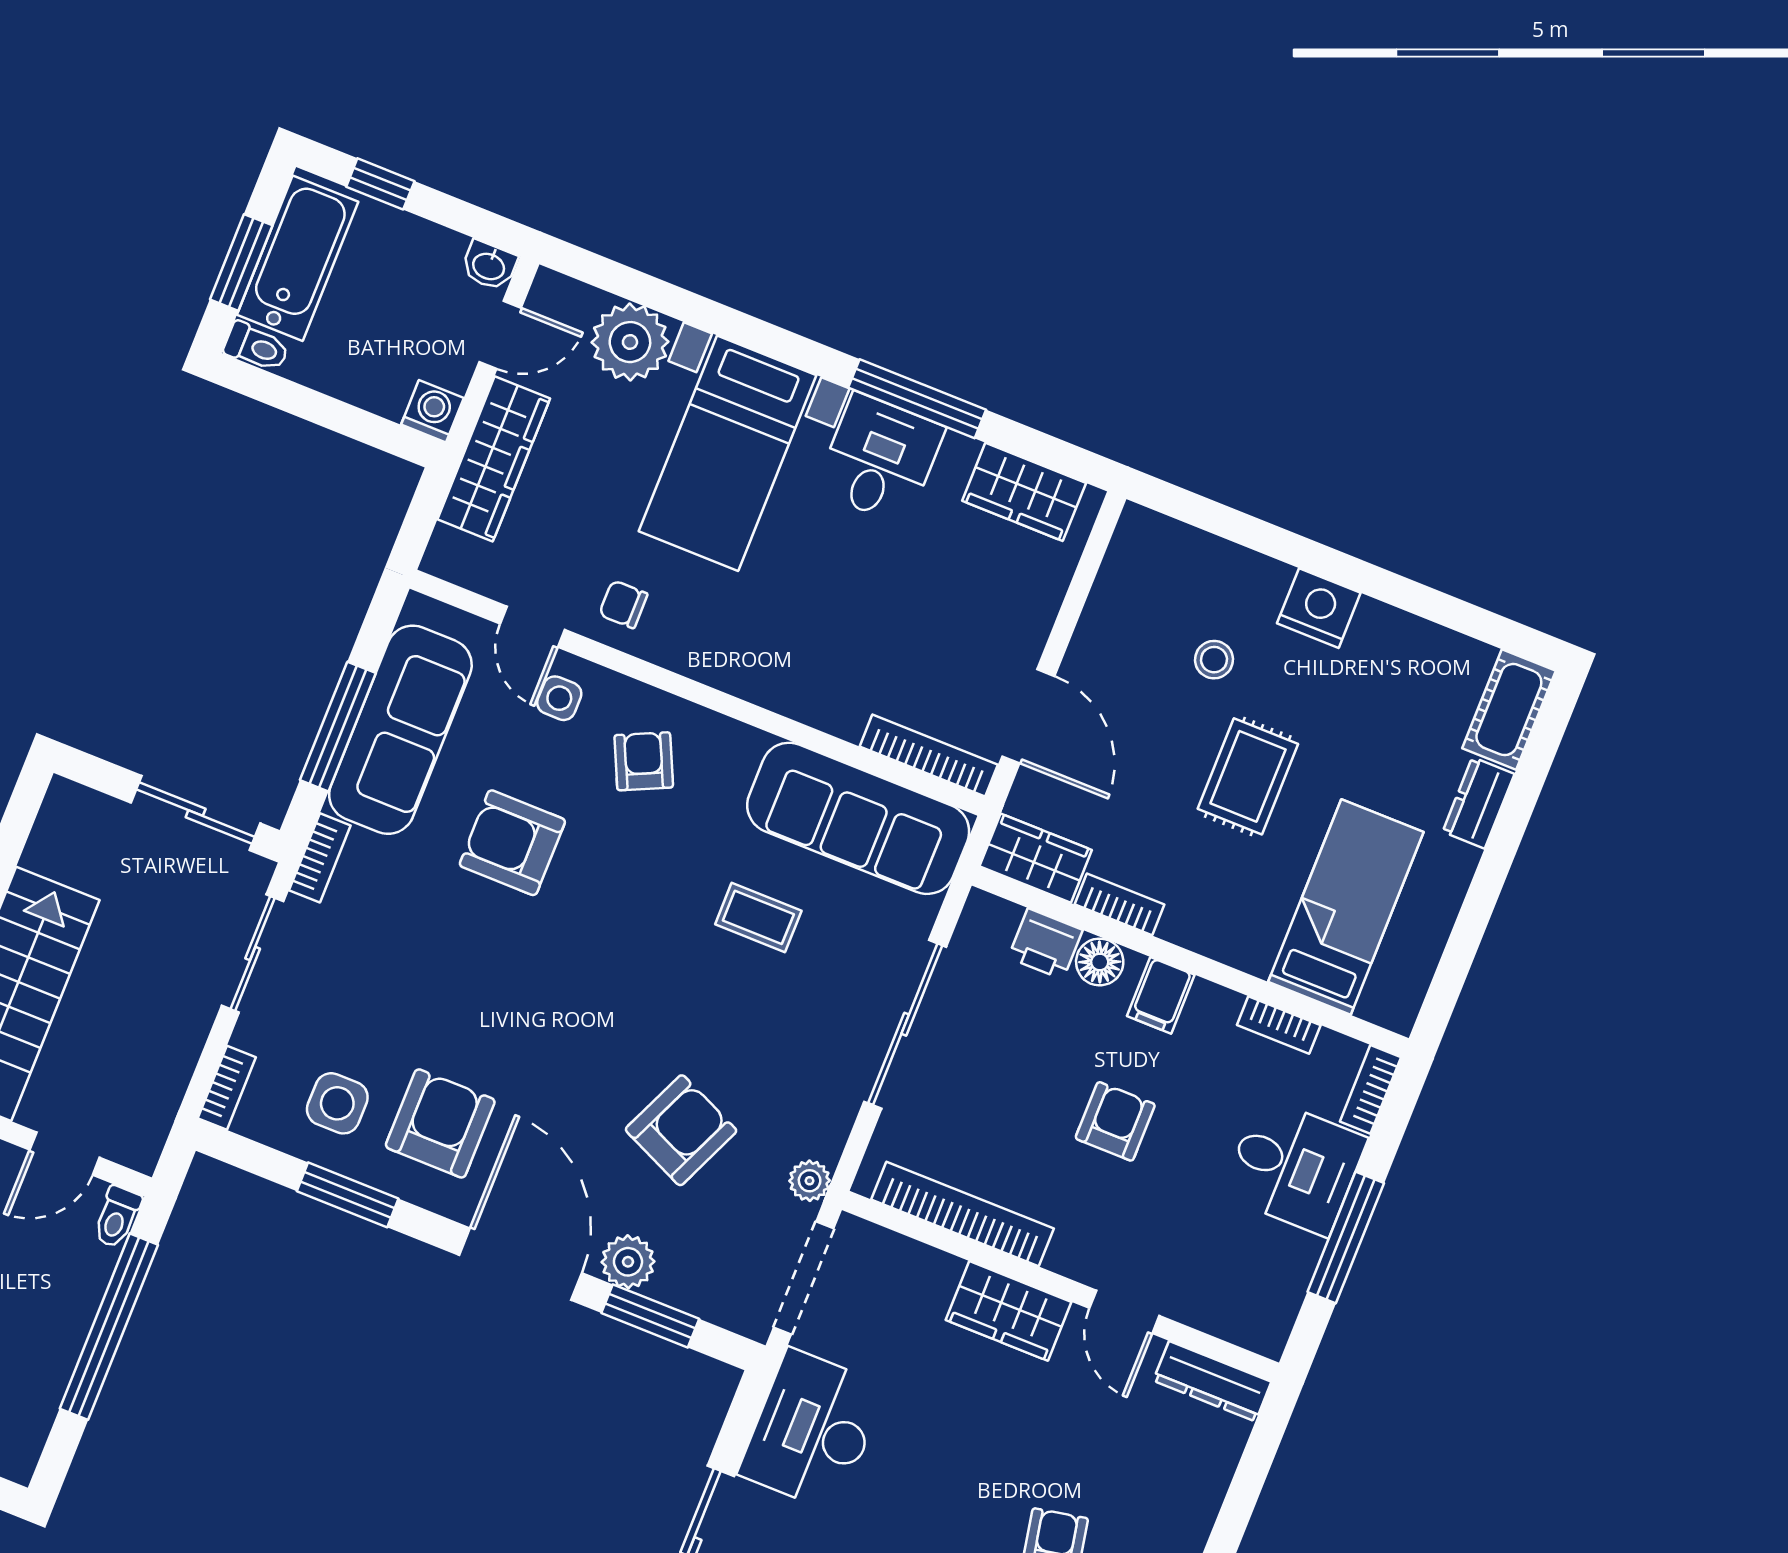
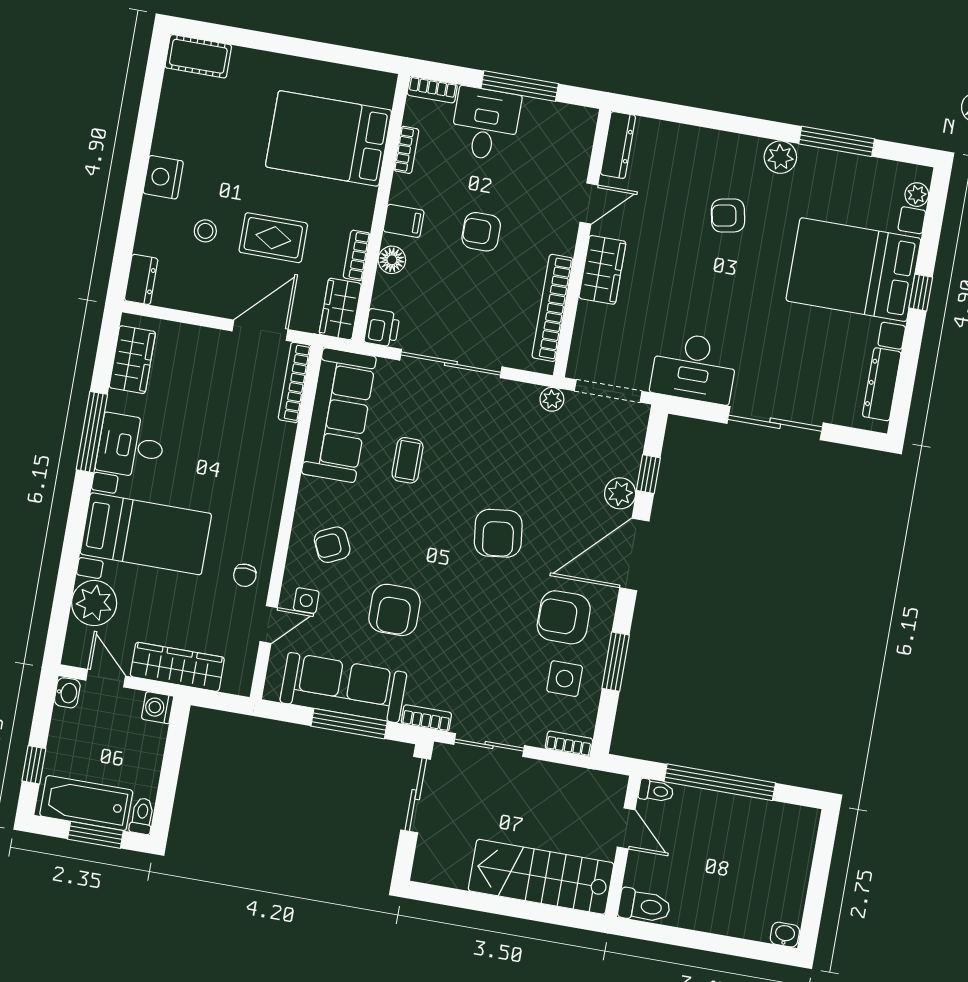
rug: (1248, 776) -> (273, 238), moved
dresser: (1478, 803) -> (141, 279), moved, turned -90
bed: (1346, 907) -> (329, 138), width x1.50
printer: (1045, 944) -> (382, 328), moved
armchair: (681, 1130) -> (498, 533), moved, turned -121
window: (650, 1316) -> (648, 474), width x0.67

